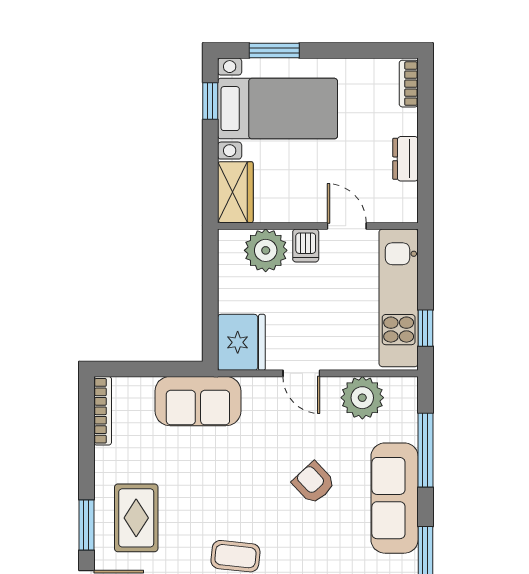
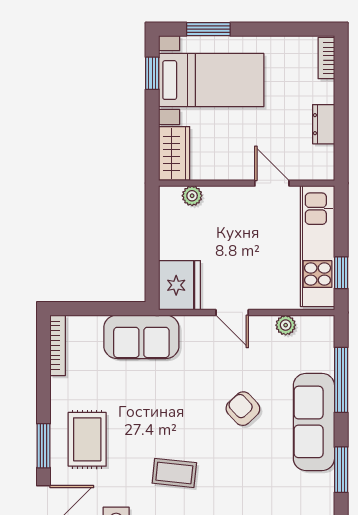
dishwasher: (306, 246) -> (236, 200), removed
plant: (266, 250) -> (192, 196), width x0.53, depth x0.53
plant: (362, 398) -> (286, 325), width x0.53, depth x0.53

